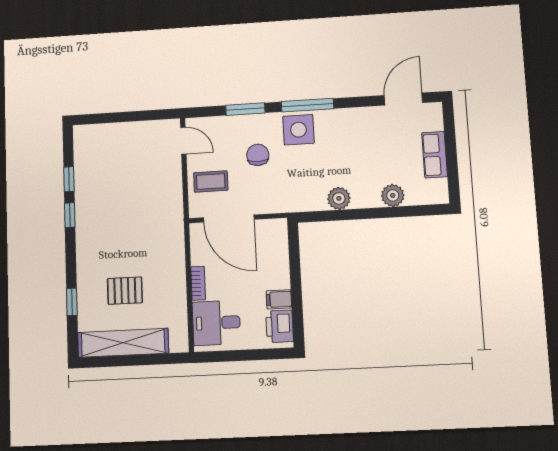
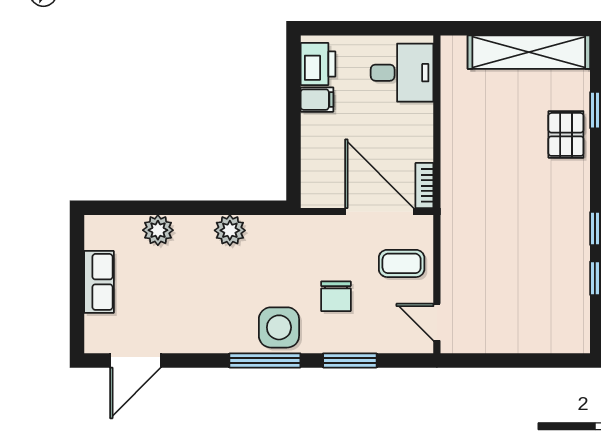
bookcase: (198, 283) -> (424, 186), moved
pallet: (125, 291) -> (566, 134), moved, turned 90

